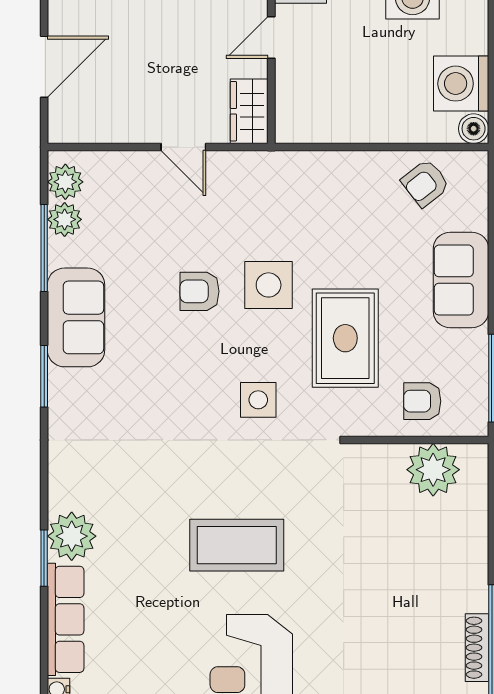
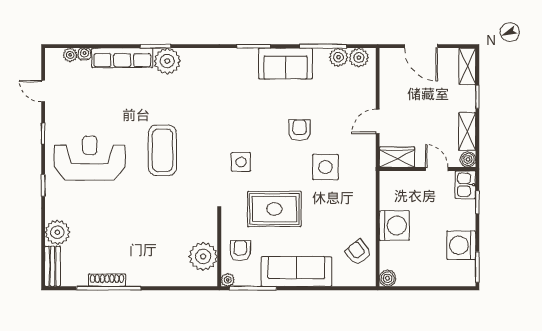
washing machine: (461, 84) -> (394, 226), moved, turned 90
sofa: (461, 280) -> (296, 272), width x1.36
side table: (269, 285) -> (326, 167), moved
plant: (476, 424) -> (228, 280), added

